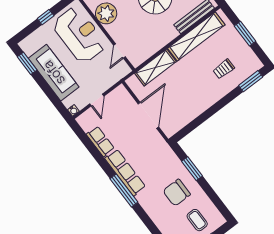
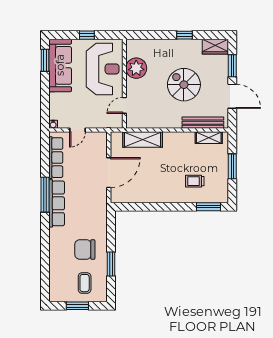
shelving: (196, 37) -> (209, 138), width x0.45, depth x0.75
sofa: (54, 73) -> (60, 65), moved
row of seats: (100, 141) -> (56, 158), width x1.48
window: (192, 169) -> (111, 264), moved
window: (124, 190) -> (45, 195), moved

